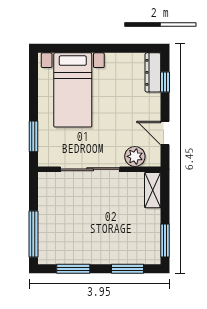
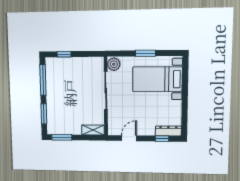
window: (33, 136) -> (145, 53), moved
plant: (135, 156) -> (114, 64), moved
window: (33, 234) -> (64, 54), width x0.46
window: (73, 269) -> (43, 80), width x1.44

